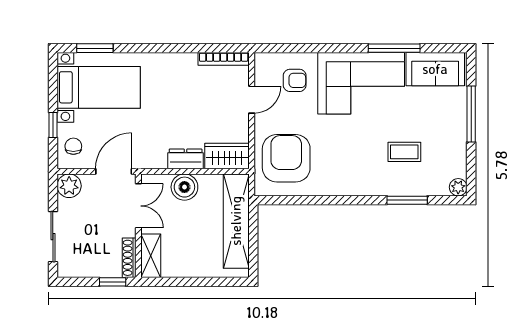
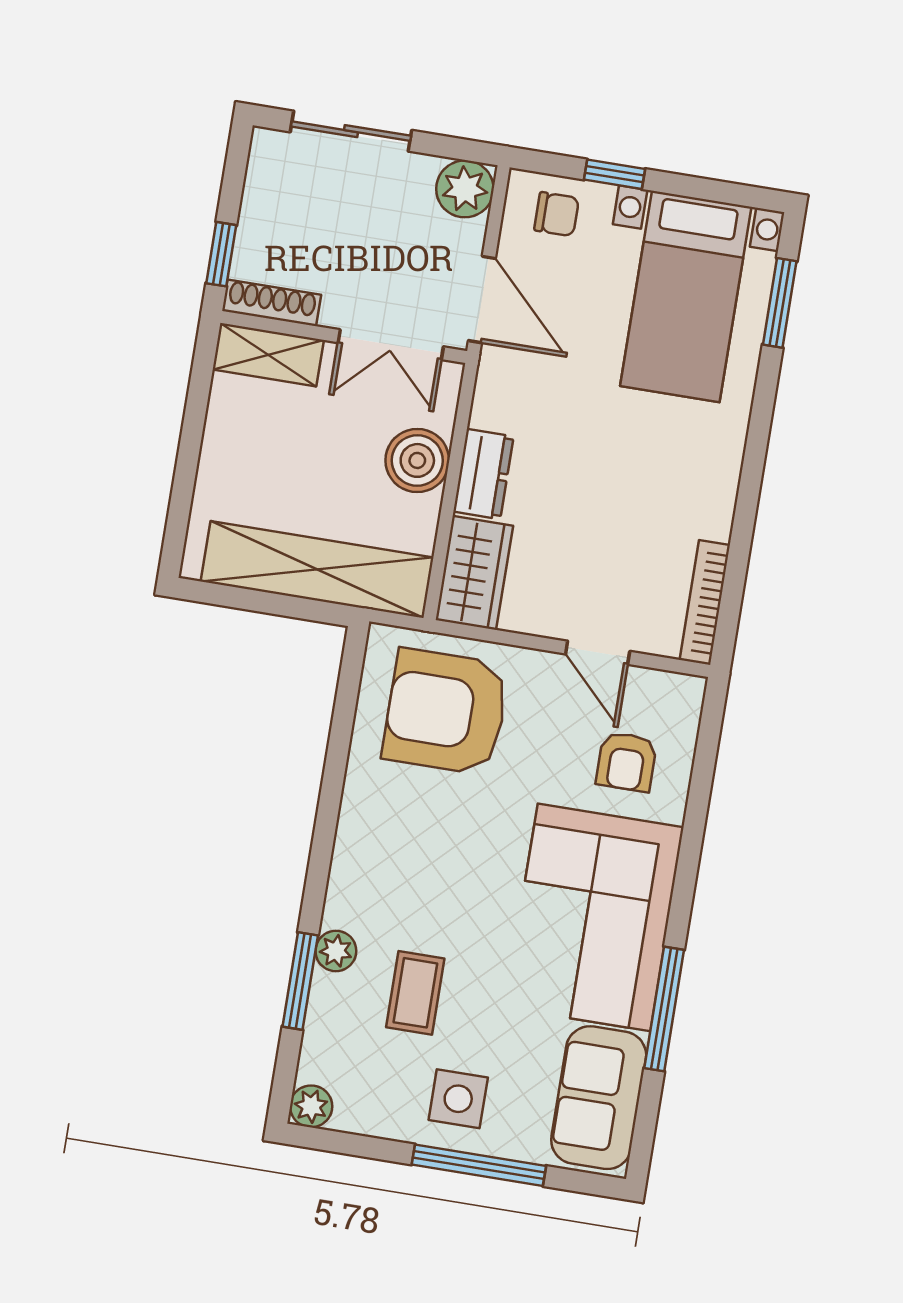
side table: (445, 127) -> (458, 1099), added
armchair: (286, 158) -> (446, 712), turned 180
plant: (392, 188) -> (336, 951), added

